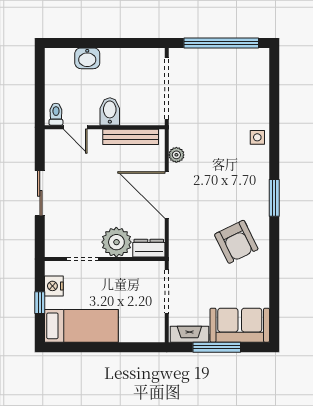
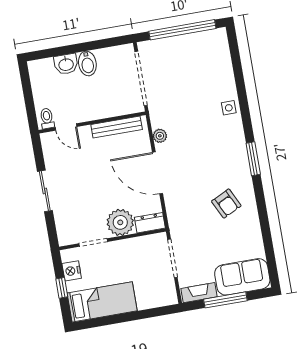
bidet: (110, 111) -> (87, 63), moved, turned 180
armchair: (236, 242) -> (226, 204), width x0.72, depth x0.72

